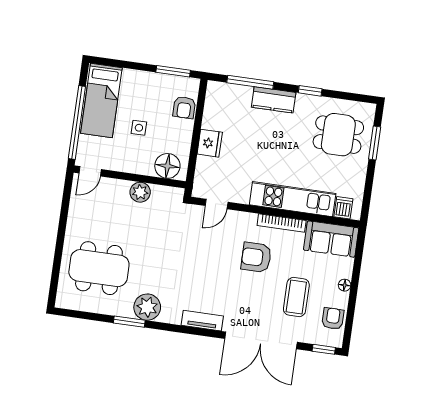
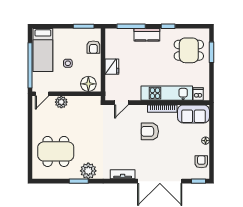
plant: (140, 192) -> (61, 102), moved
coffee table: (296, 297) -> (177, 152), removed

